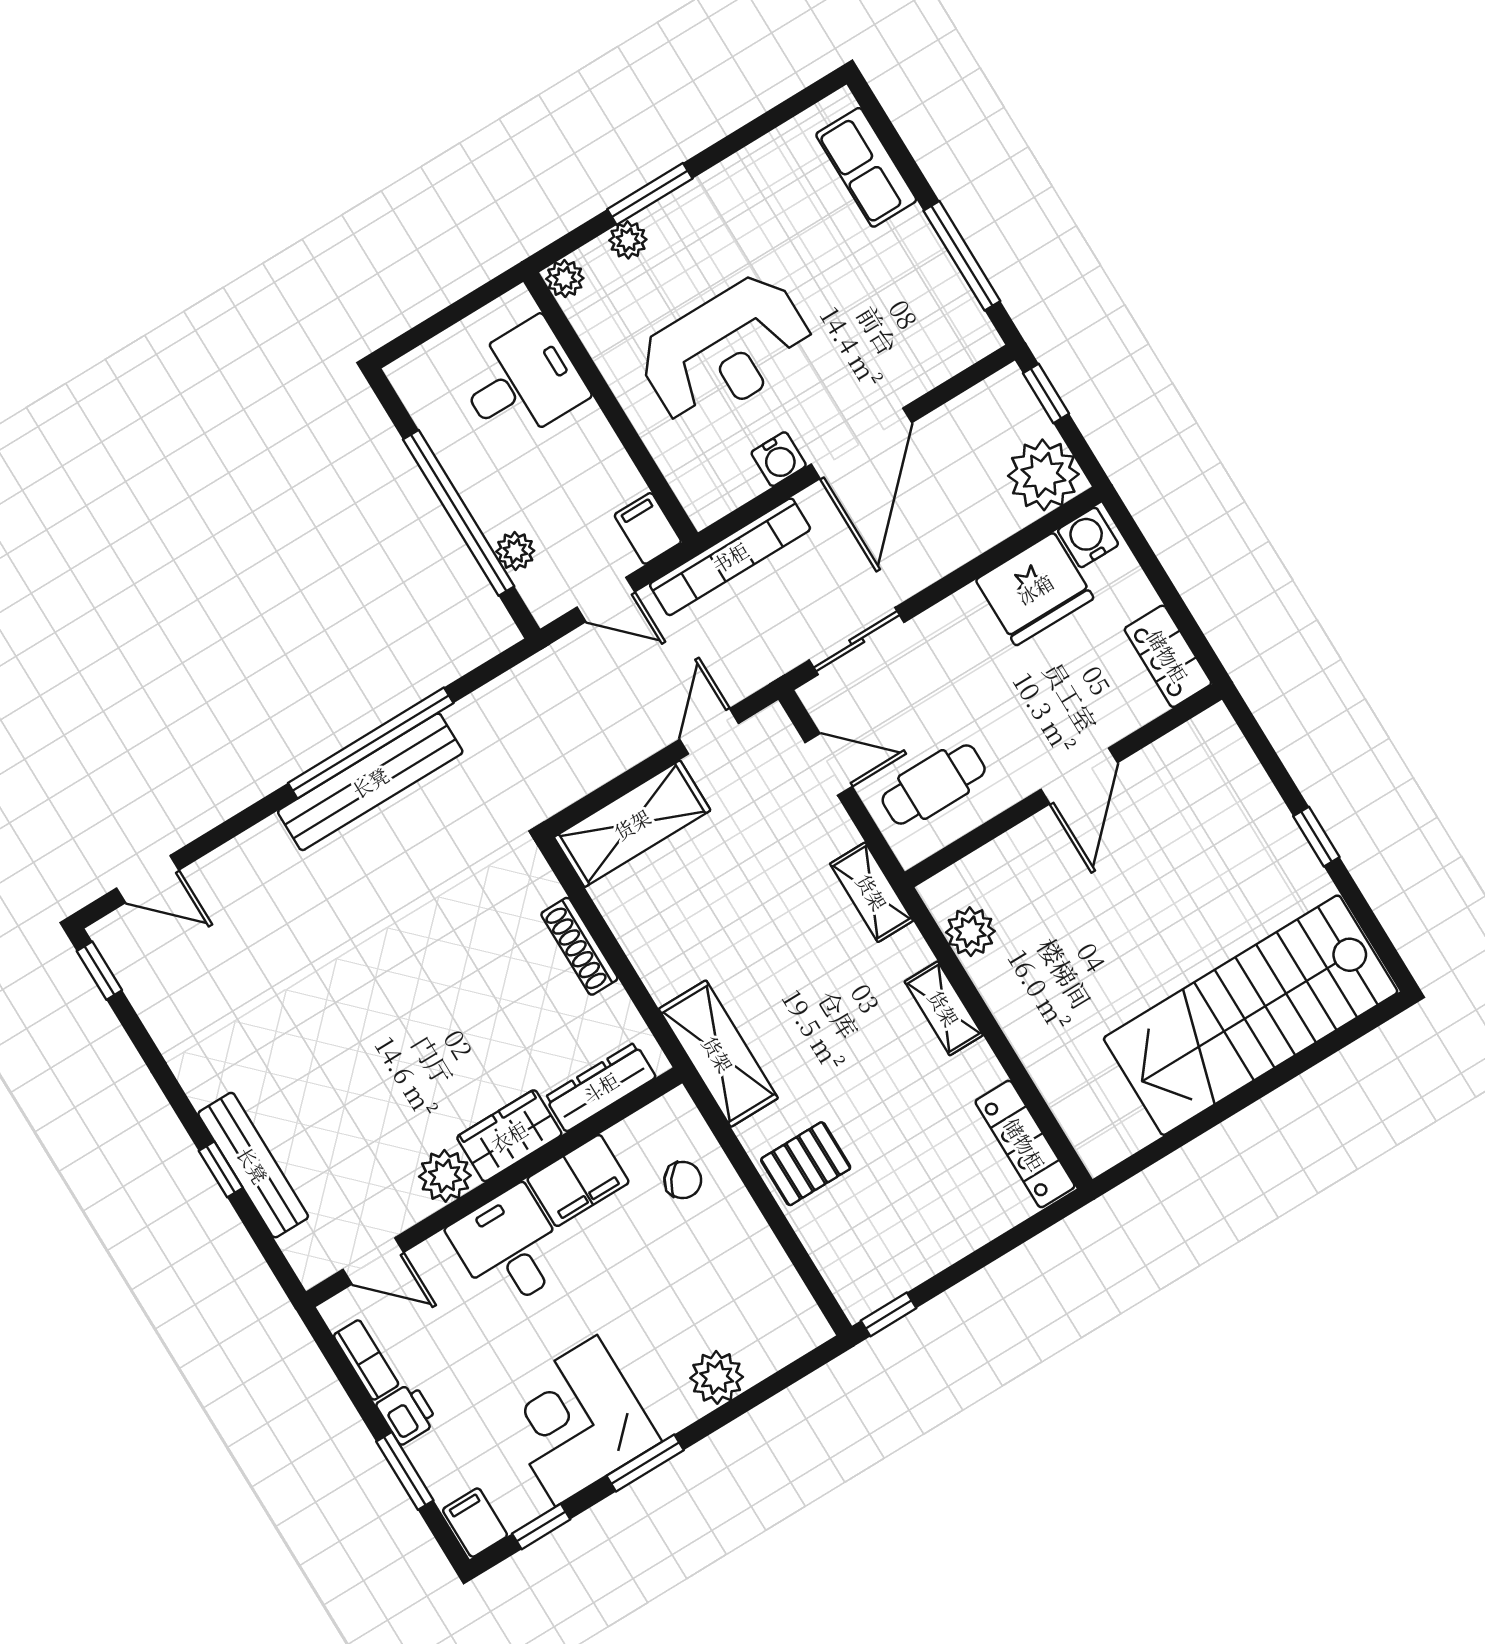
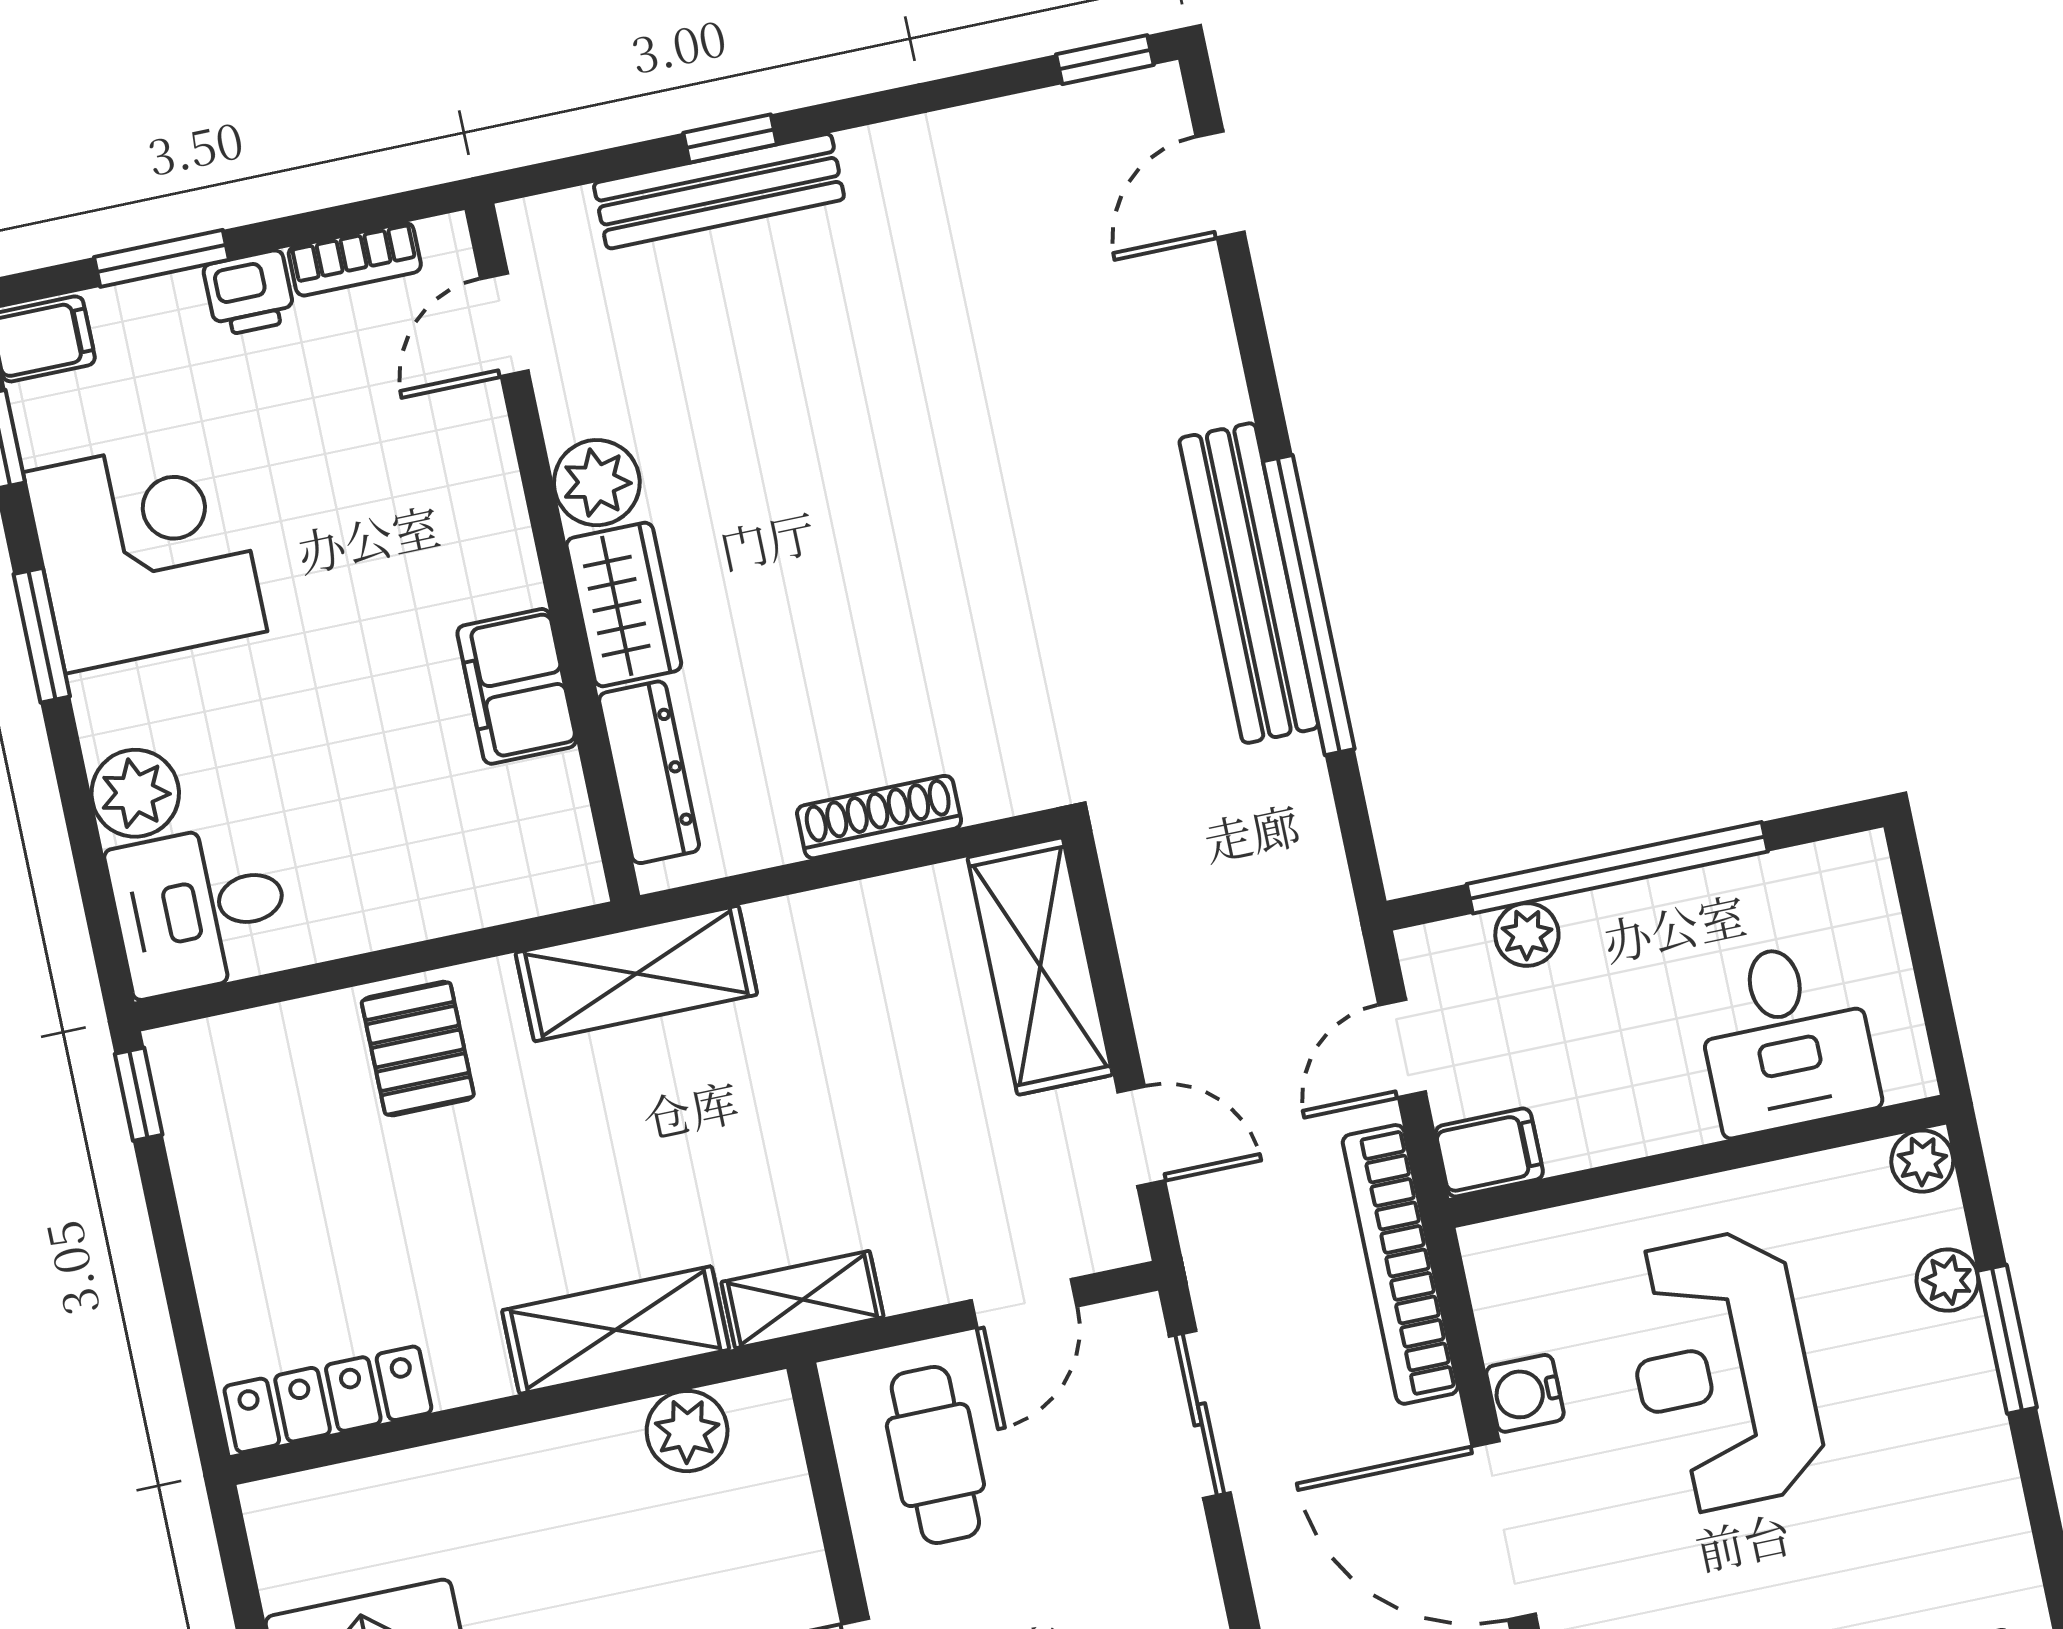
shelving: (944, 1008) -> (616, 1330), width x1.50, depth x1.33
chair: (683, 1180) -> (460, 849), removed
desk: (510, 1248) -> (200, 909), moved, turned 180

